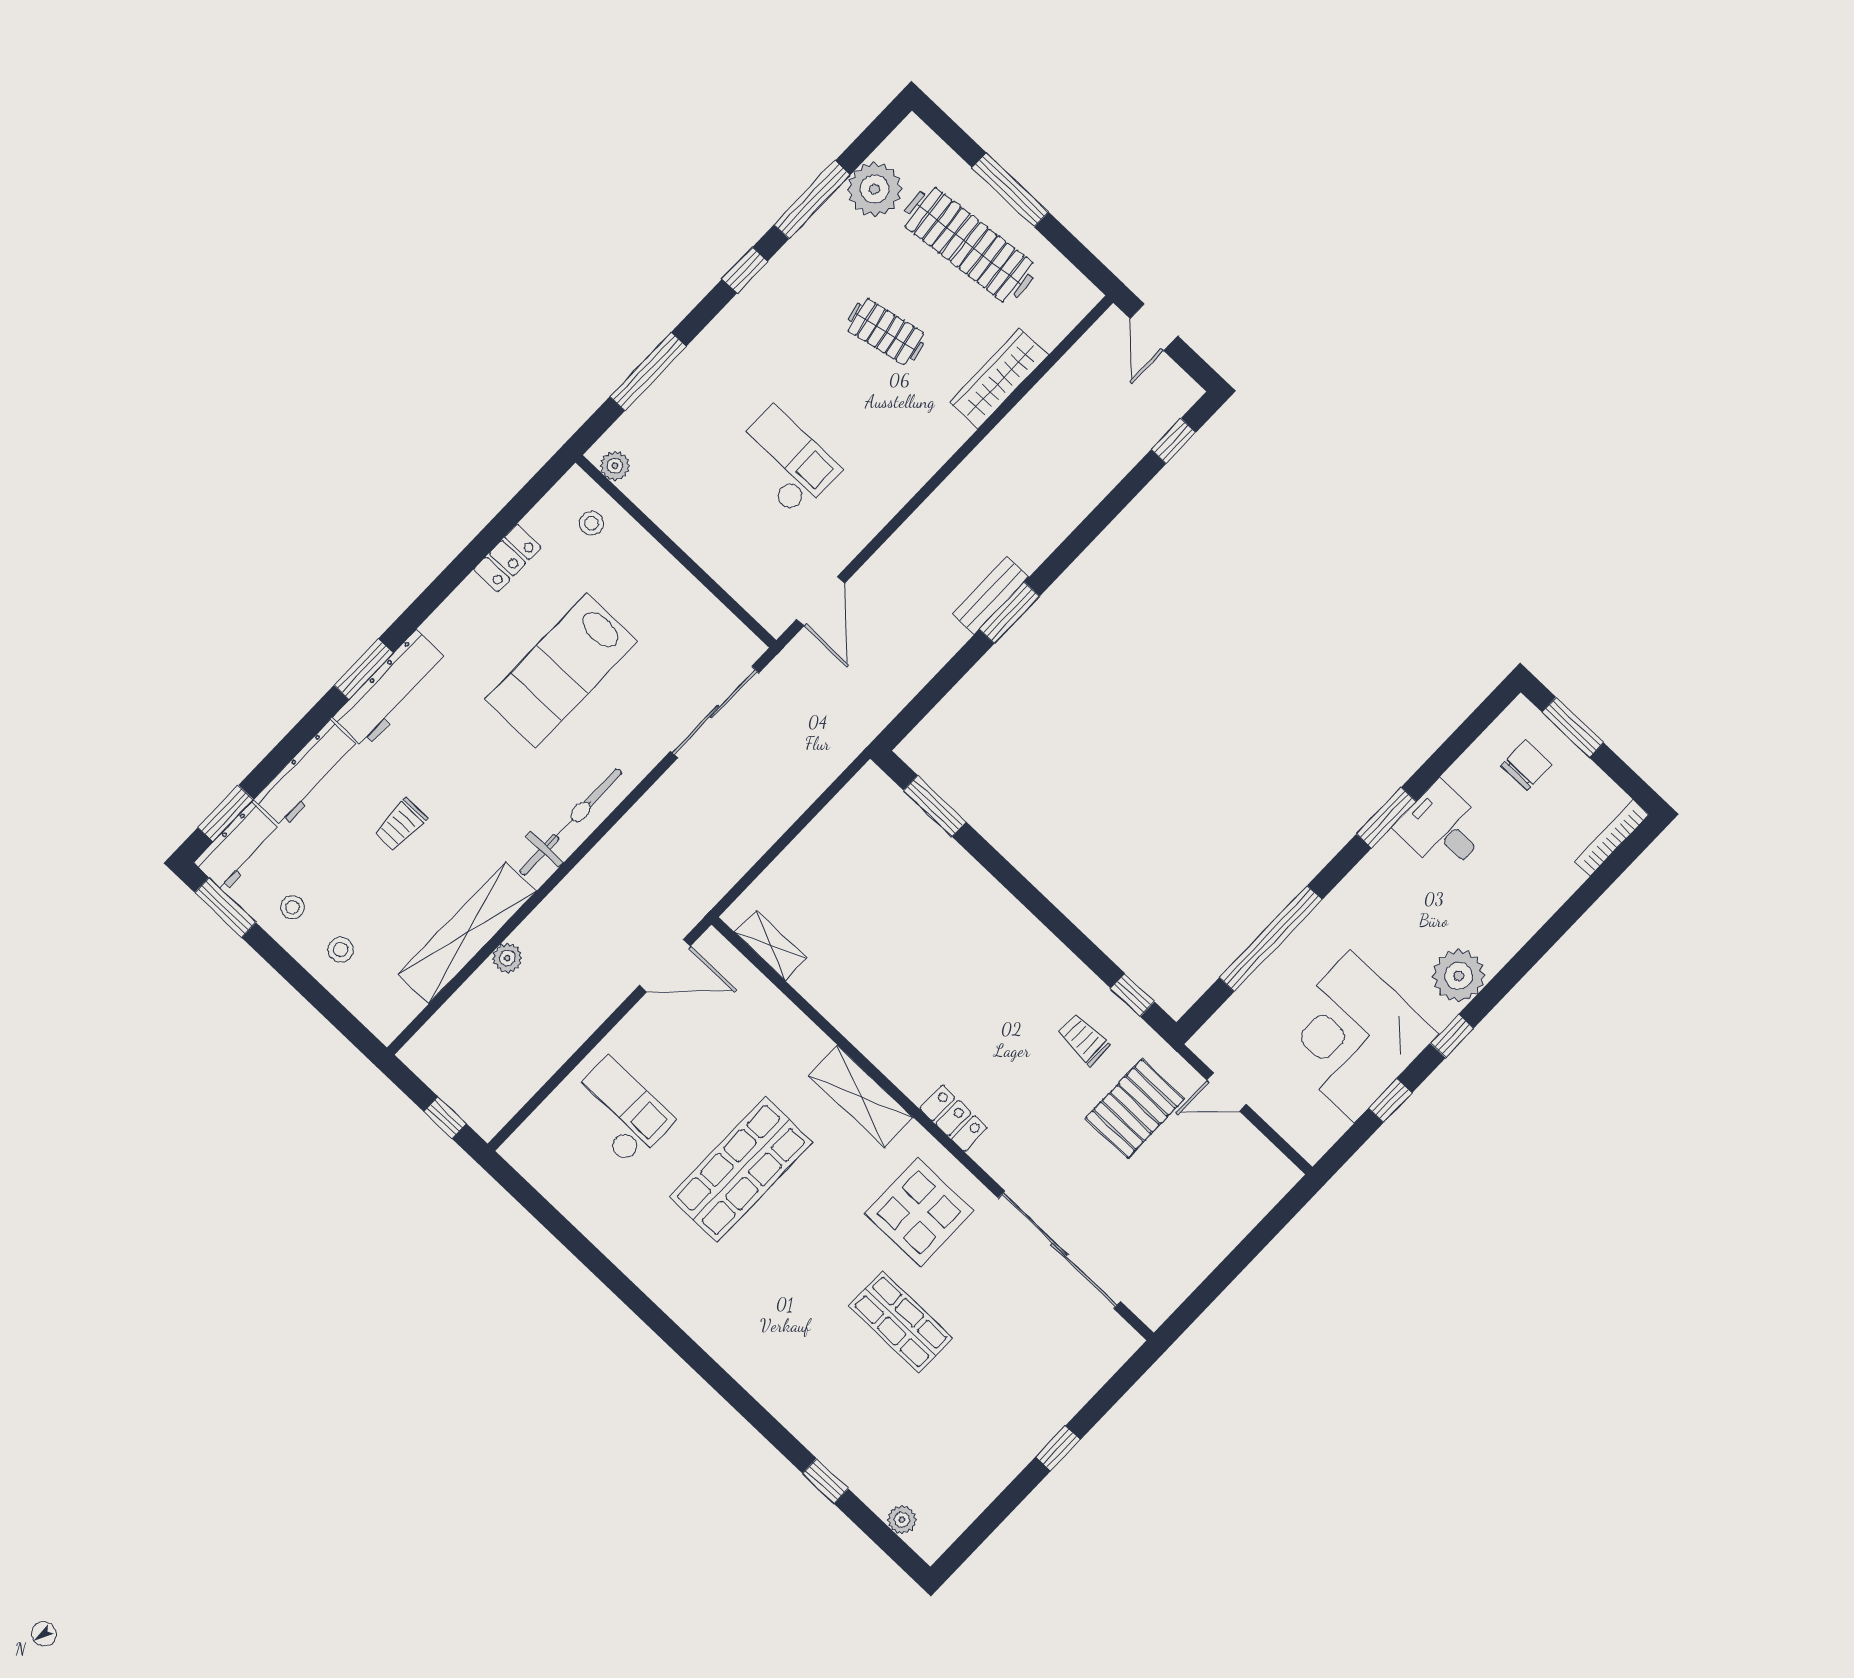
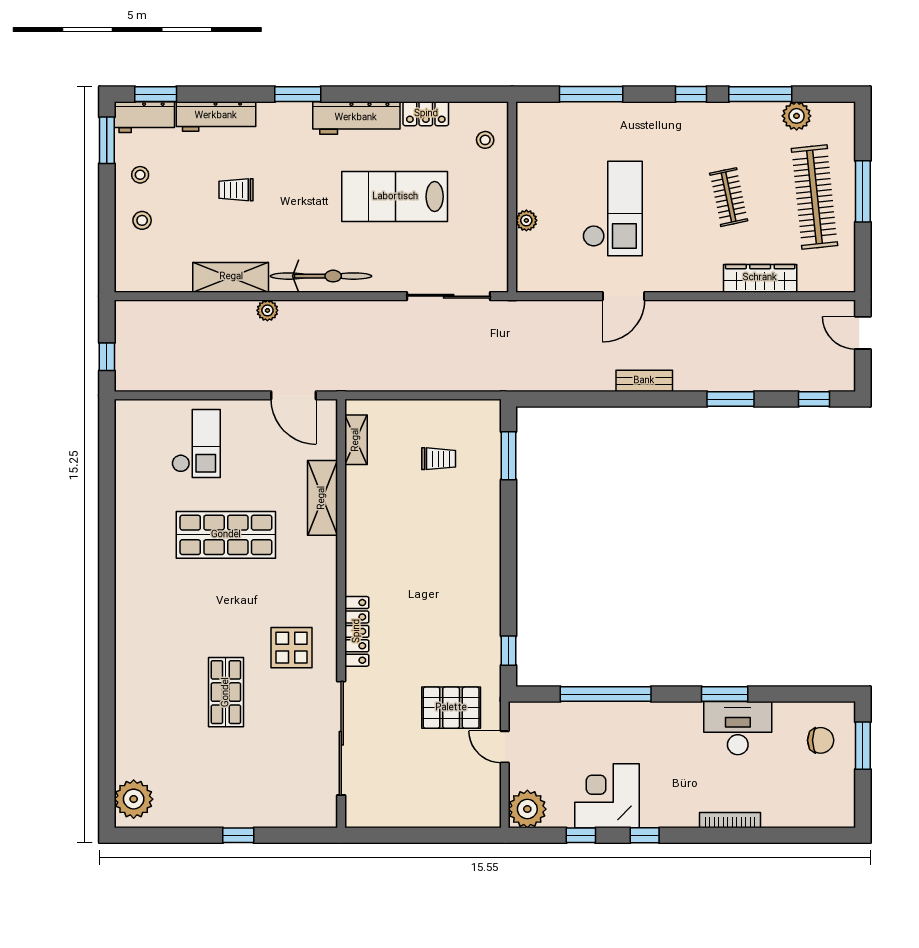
plant: (875, 189) -> (797, 116), width x0.73, depth x0.73
door: (1154, 327) -> (863, 333), hinge flipped
checkout: (785, 461) -> (613, 208), width x1.36, depth x1.21
plant: (615, 466) -> (526, 220), moved
door: (821, 601) -> (624, 296), moved
window: (1009, 613) -> (731, 399), moved
workbench: (391, 689) -> (356, 118), moved
desk: (1443, 828) -> (738, 728), width x1.37
bookcase: (1612, 838) -> (730, 820), moved
shelving: (467, 933) -> (231, 277), width x0.68
plant: (507, 958) -> (267, 310), moved
plant: (1459, 976) -> (527, 809), moved
corner desk: (1352, 1036) -> (607, 796), width x0.74, depth x0.74
trolley: (1084, 1039) -> (439, 459), moved, turned 90
shelving: (861, 1096) -> (322, 498), moved
locker: (953, 1118) -> (357, 631), width x1.53
display table: (919, 1212) -> (292, 648), width x0.73, depth x0.73
window: (825, 1481) -> (107, 732), removed
plant: (902, 1520) -> (134, 799), width x1.88, depth x1.88

